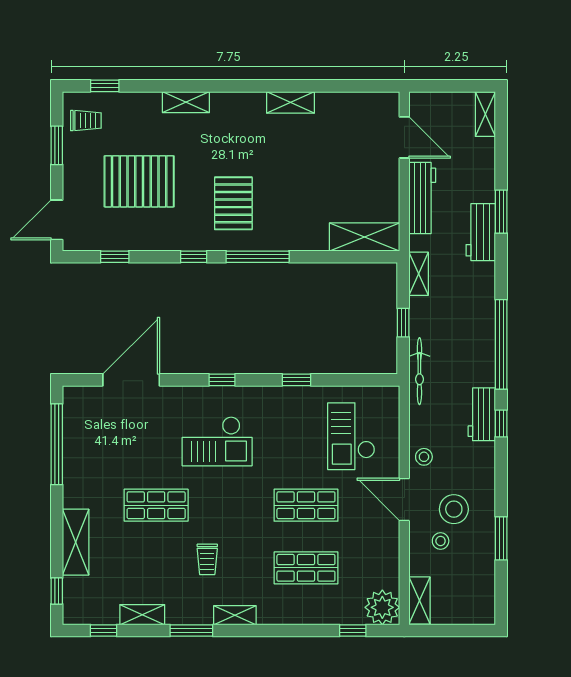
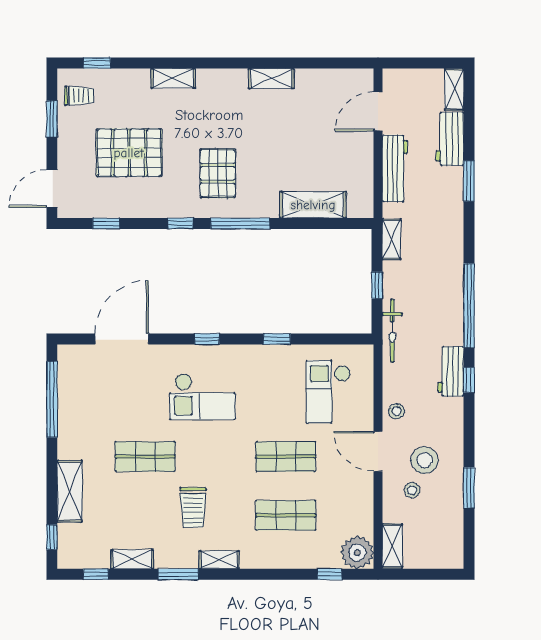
door: (404, 137) -> (378, 111), swing flipped
workbench: (481, 232) -> (450, 139), moved
shelving: (365, 237) -> (313, 205), moved
trolley: (207, 559) -> (193, 507), width x1.36, depth x1.39

